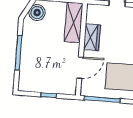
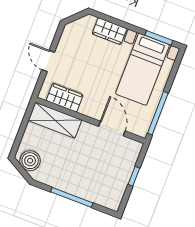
wardrobe: (92, 37) -> (65, 98), moved

